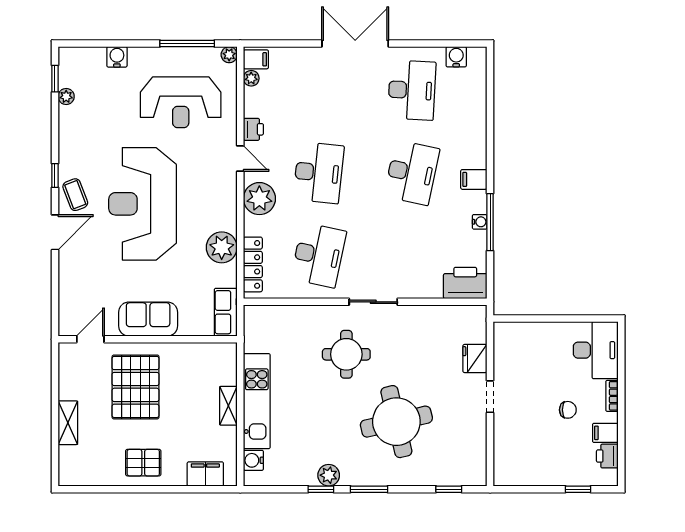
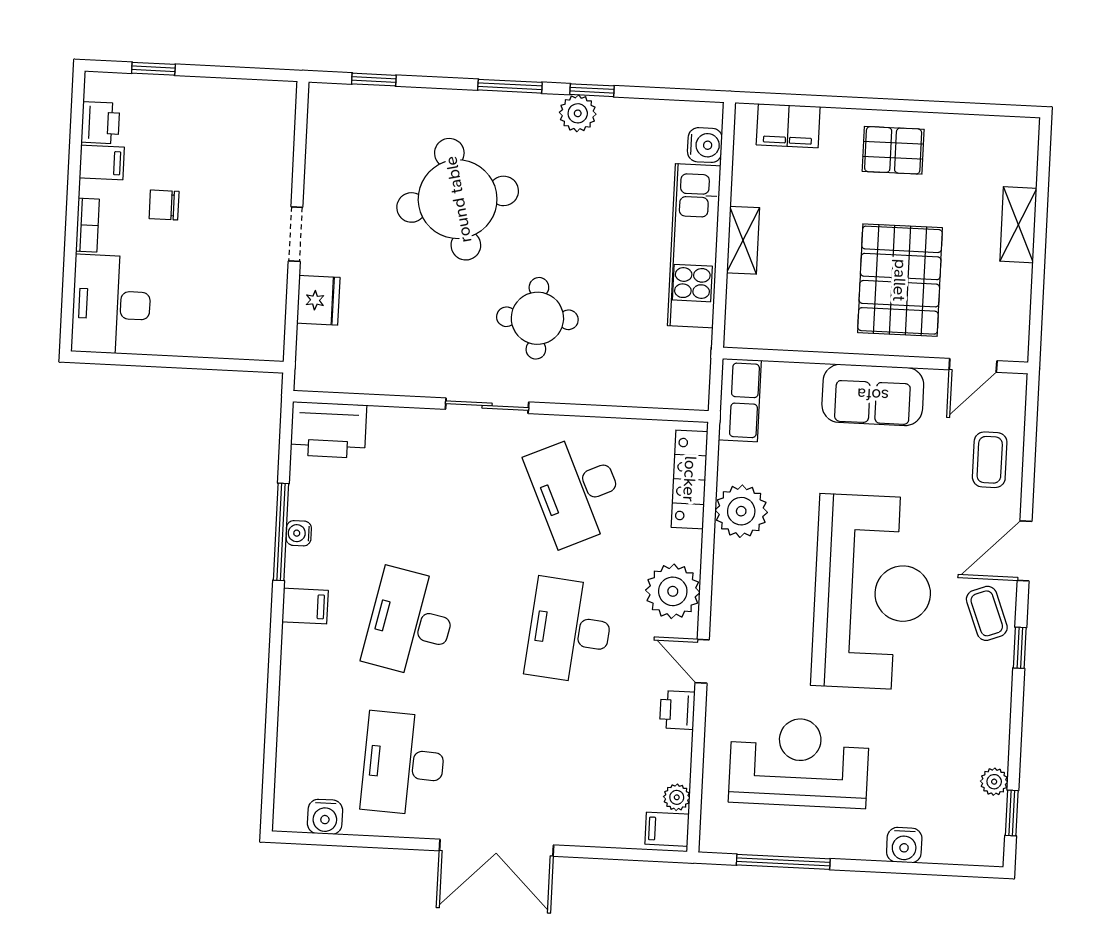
plant: (229, 55) -> (712, 839), removed
desk: (319, 255) -> (577, 490), turned -36
coffee table: (78, 285) -> (990, 460), added

